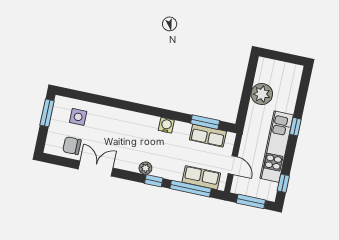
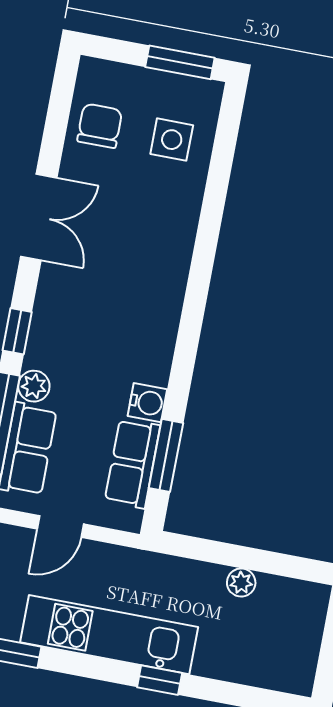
plant: (262, 94) -> (241, 583), width x0.53, depth x0.53
water cooler: (166, 125) -> (147, 403), moved
double door: (96, 168) -> (39, 217), moved
plant: (145, 168) -> (34, 386), moved

